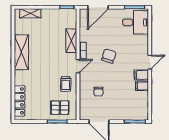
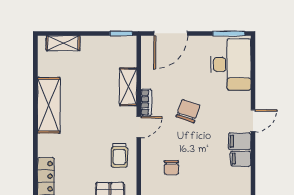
desk: (136, 22) -> (231, 64), width x1.37

